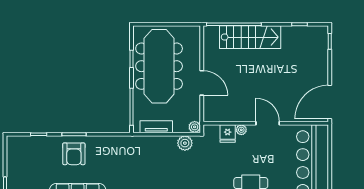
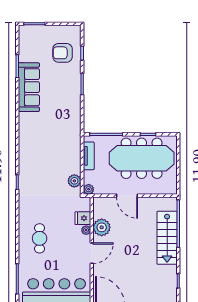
door: (202, 83) -> (127, 196), hinge flipped
plant: (238, 112) -> (102, 227), added
armchair: (74, 154) -> (63, 53), moved

